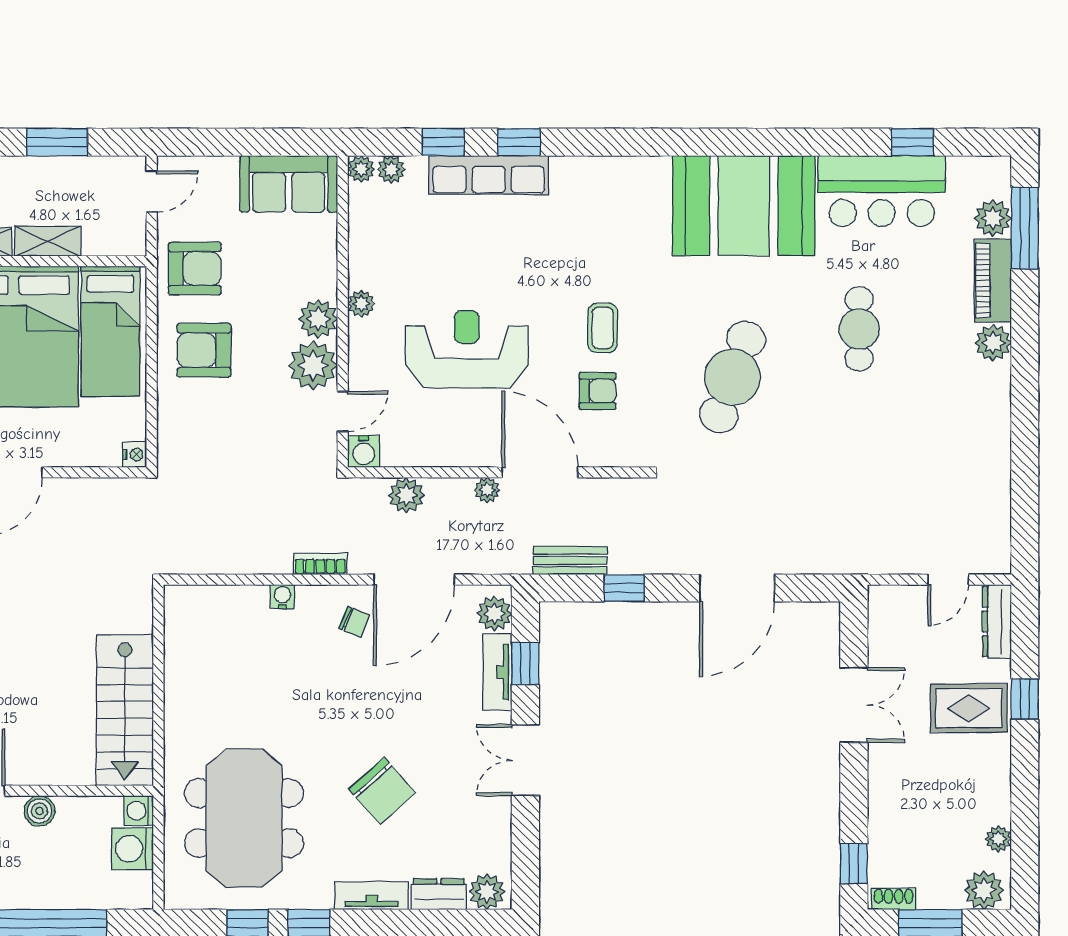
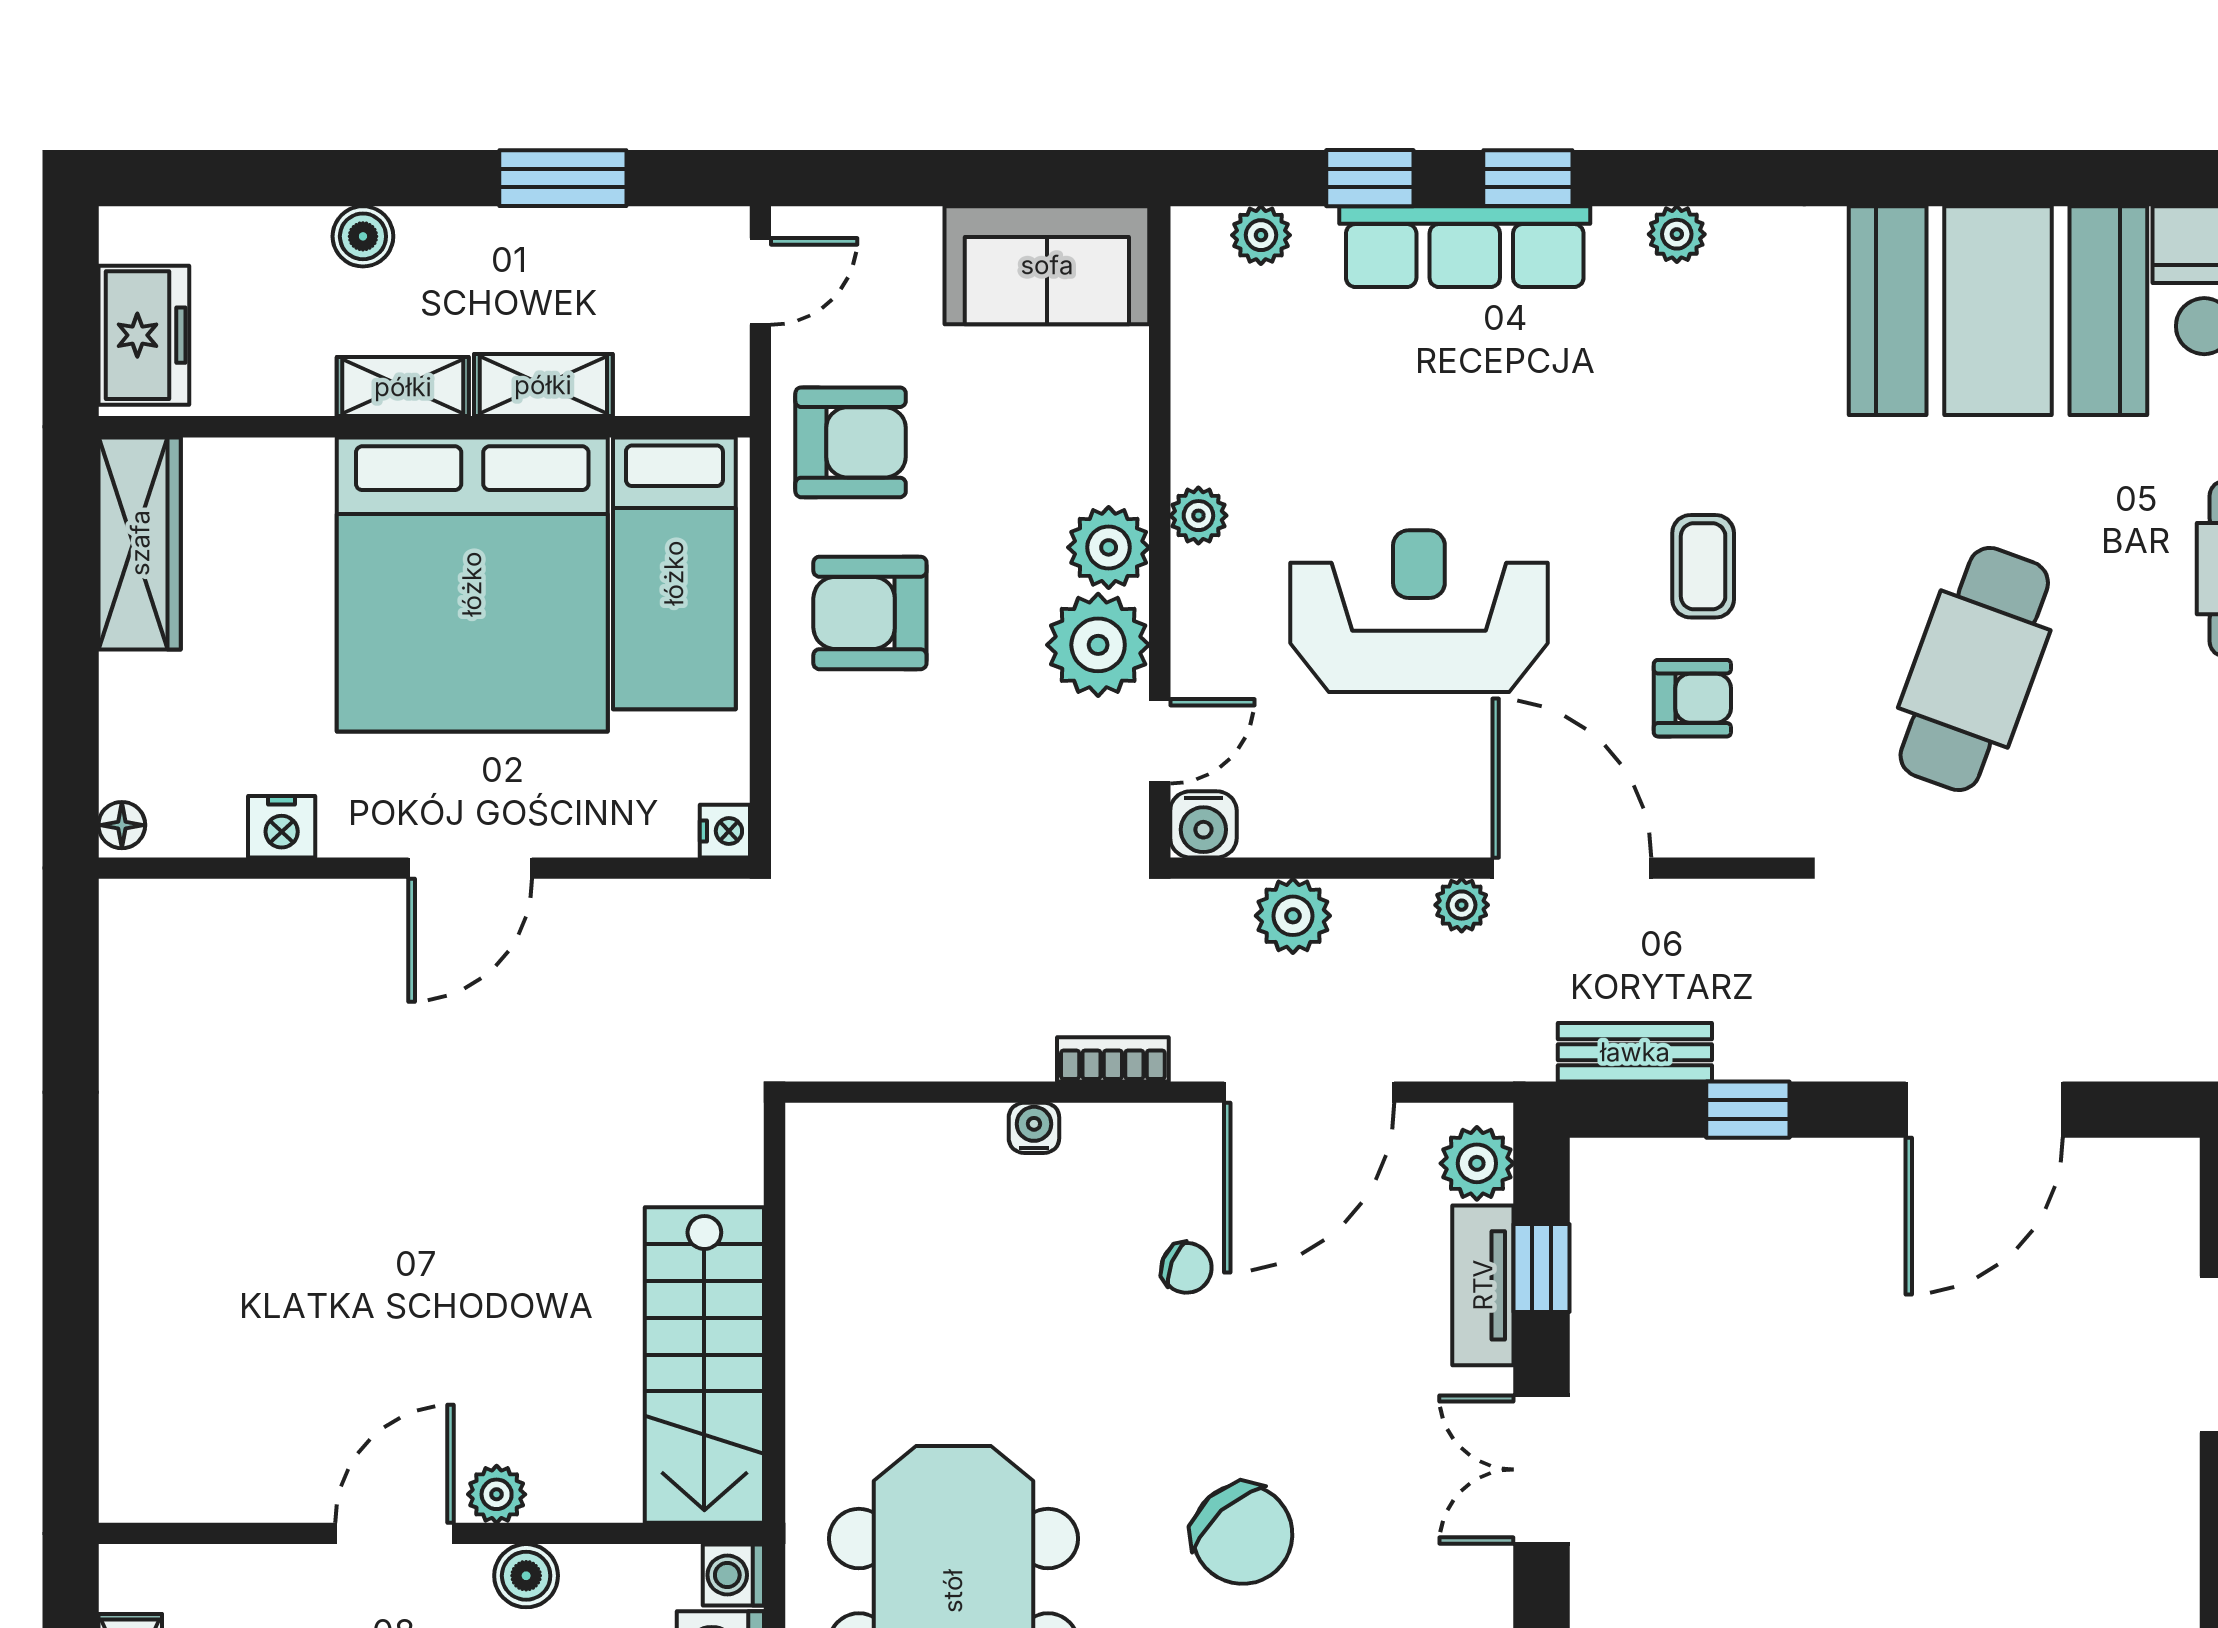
plant: (361, 169) -> (1677, 234), moved
chair: (354, 622) -> (1186, 1268), moved
plant: (25, 772) -> (497, 1494), added

